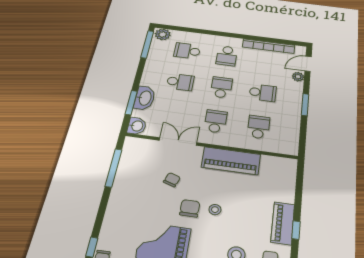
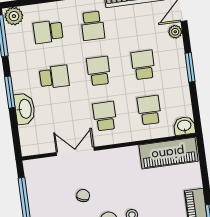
school desk: (263, 93) -> (143, 65), turned -90
window: (131, 103) -> (10, 92), moved
washbasin: (137, 126) -> (184, 126), moved, turned -90
piano: (231, 161) -> (168, 153), moved

